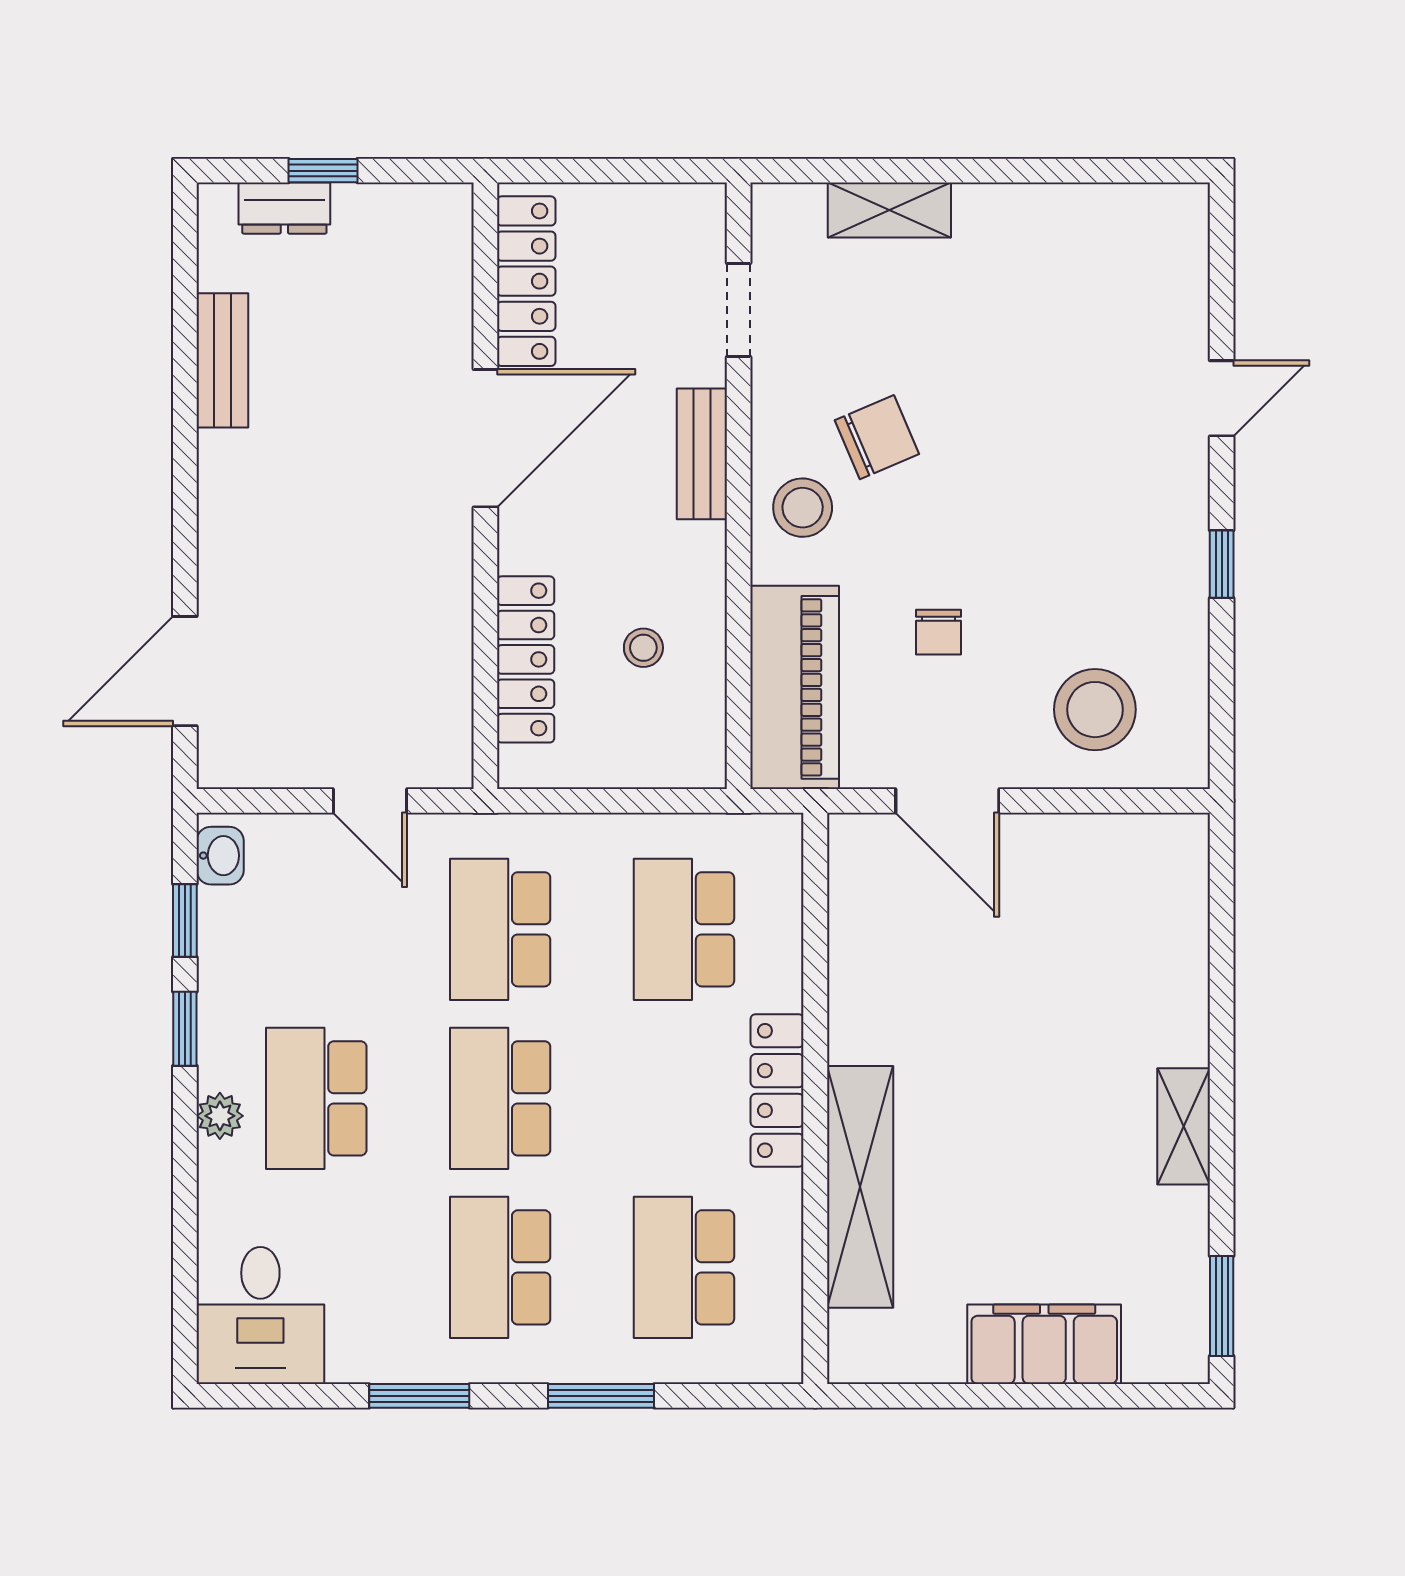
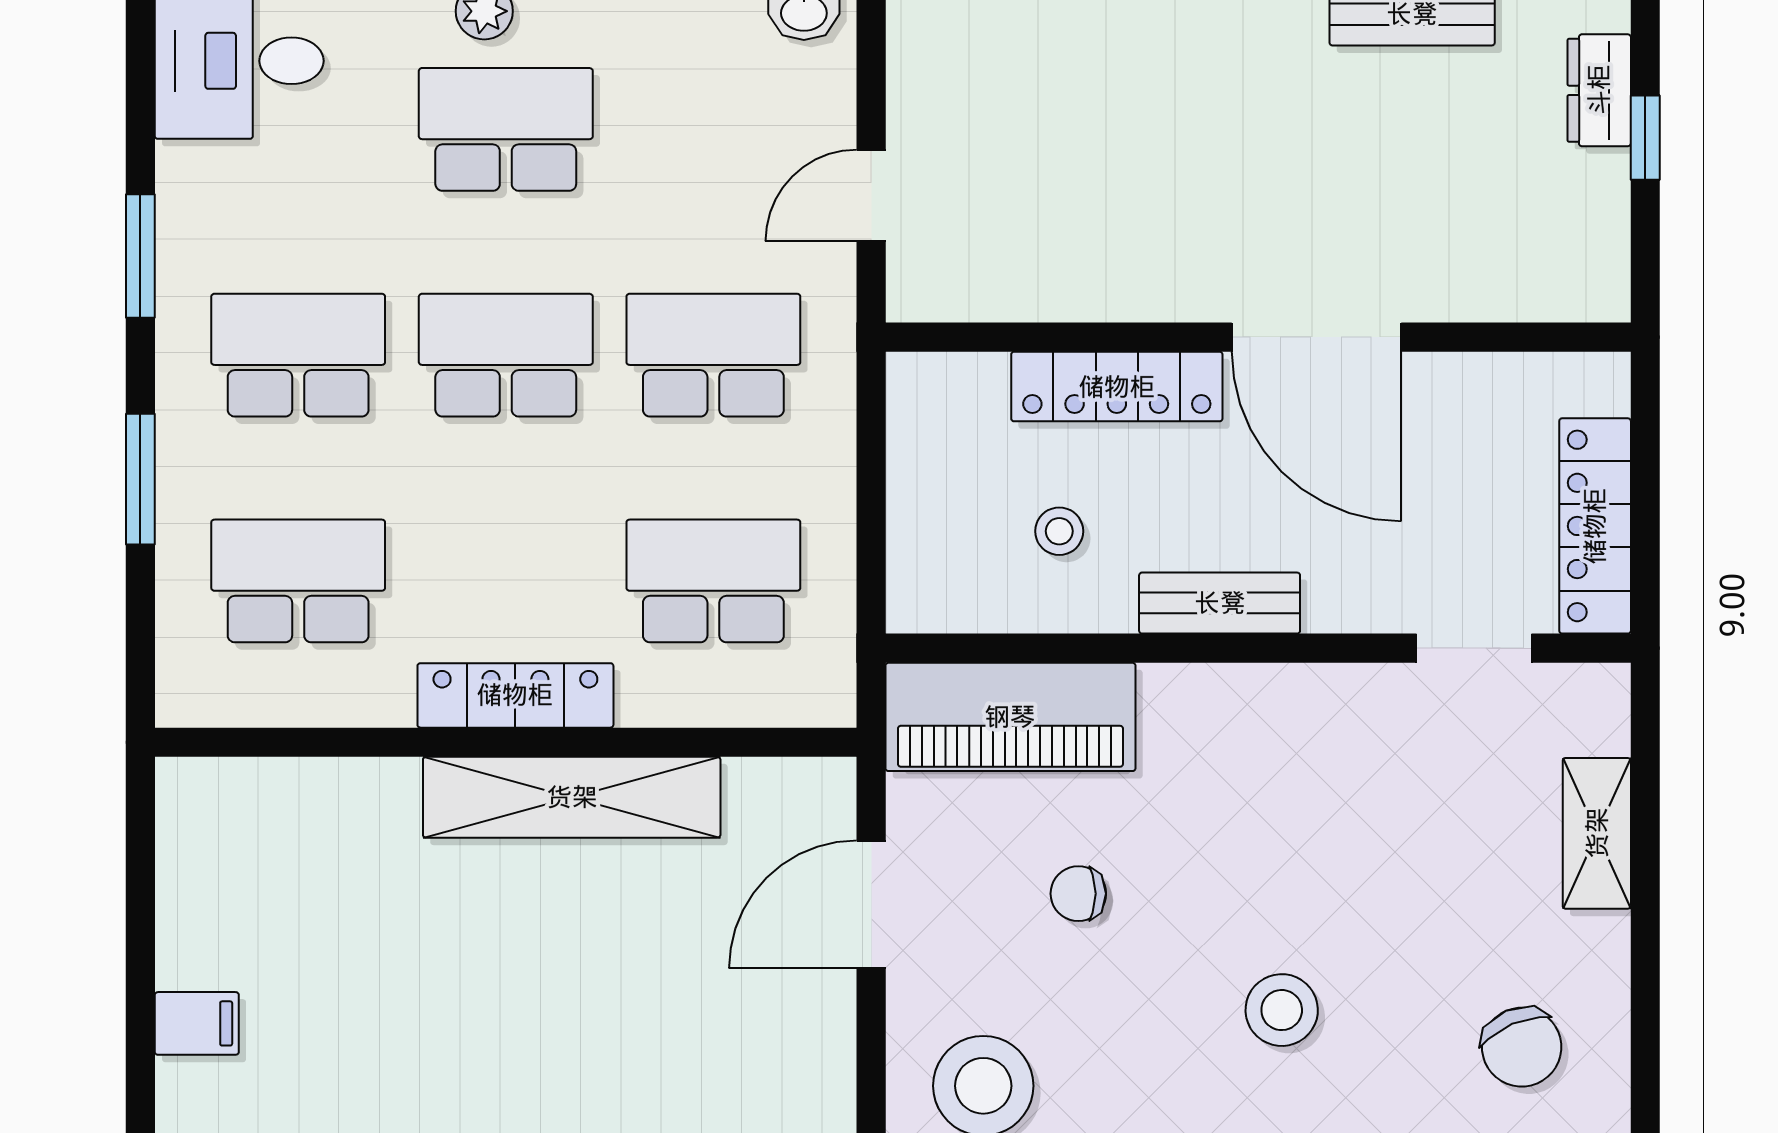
locker: (526, 281) -> (1595, 526), moved, turned 90
chair: (877, 437) -> (1522, 1047), moved
bench: (702, 454) -> (1220, 603), moved
stool: (803, 508) -> (1282, 1010), moved
locker: (526, 659) -> (1117, 387), moved
shelving: (860, 1187) -> (572, 797), moved
filing cabinet: (1044, 1344) -> (197, 1023), width x0.33, depth x0.86

